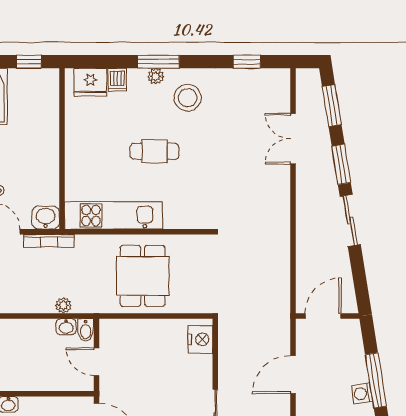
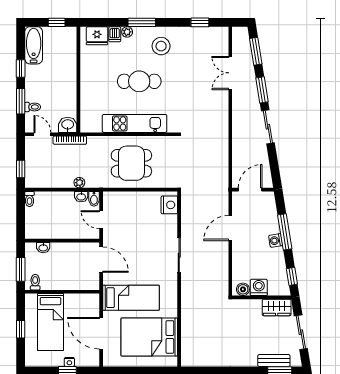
plant: (156, 76) -> (127, 32), moved
cafe table: (154, 151) -> (139, 81), width x1.37, depth x1.35
kitchen unit: (114, 215) -> (135, 123), moved
dining table: (143, 276) -> (131, 163), turned 90

